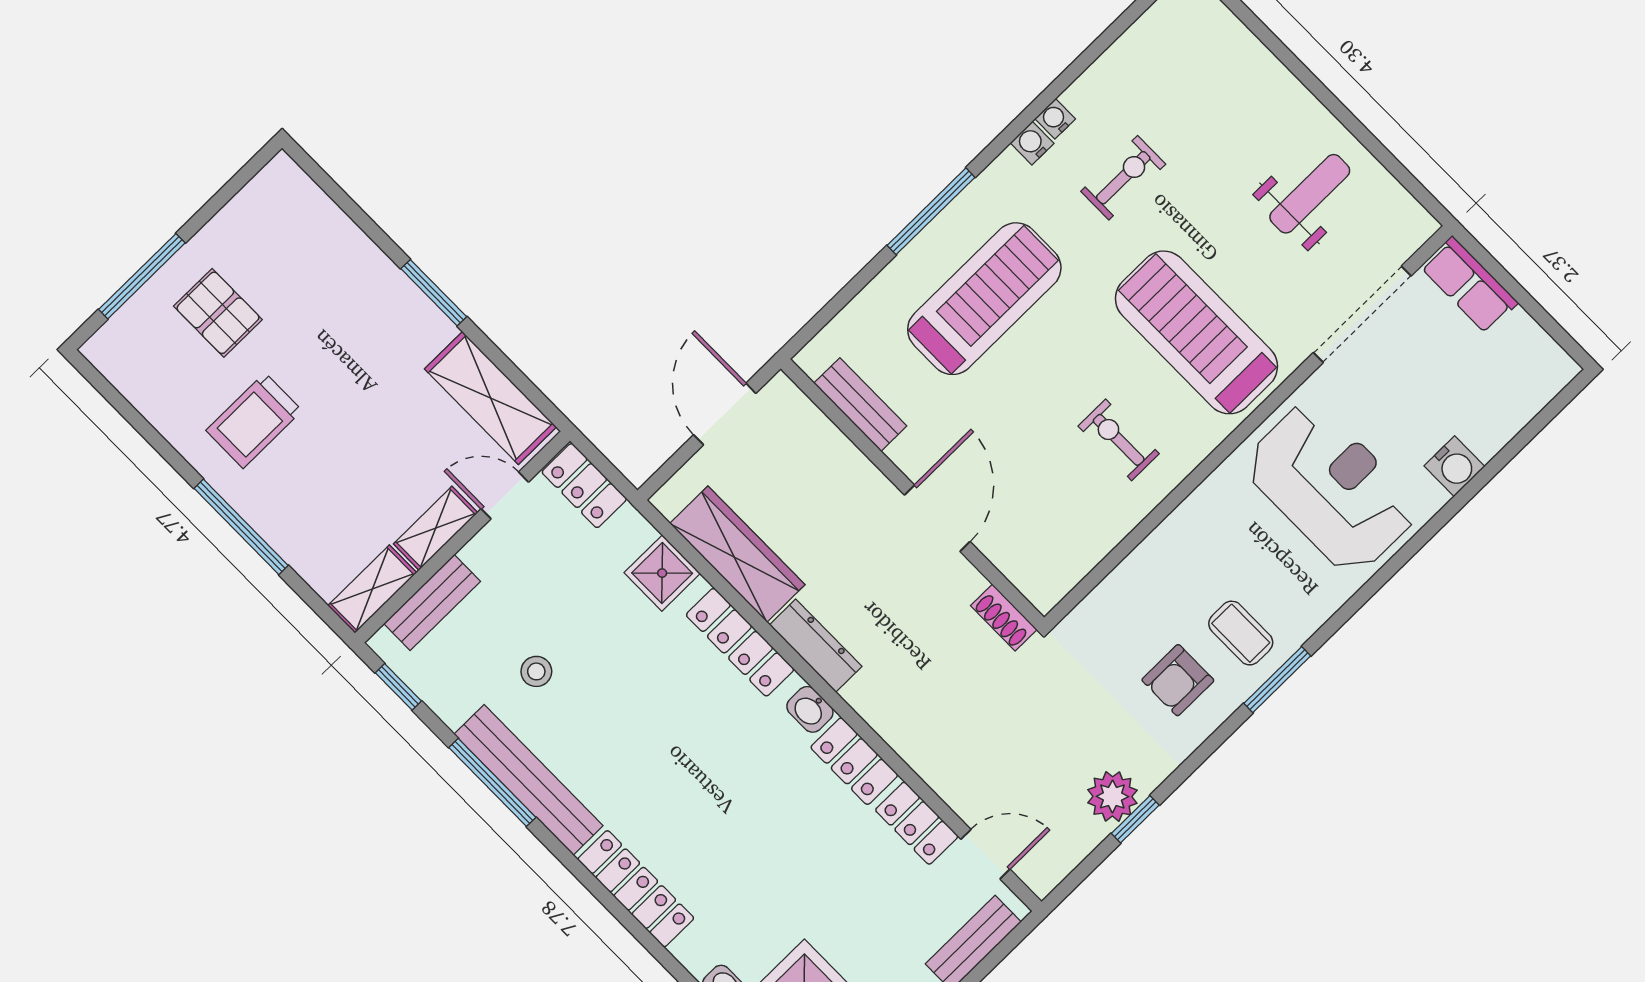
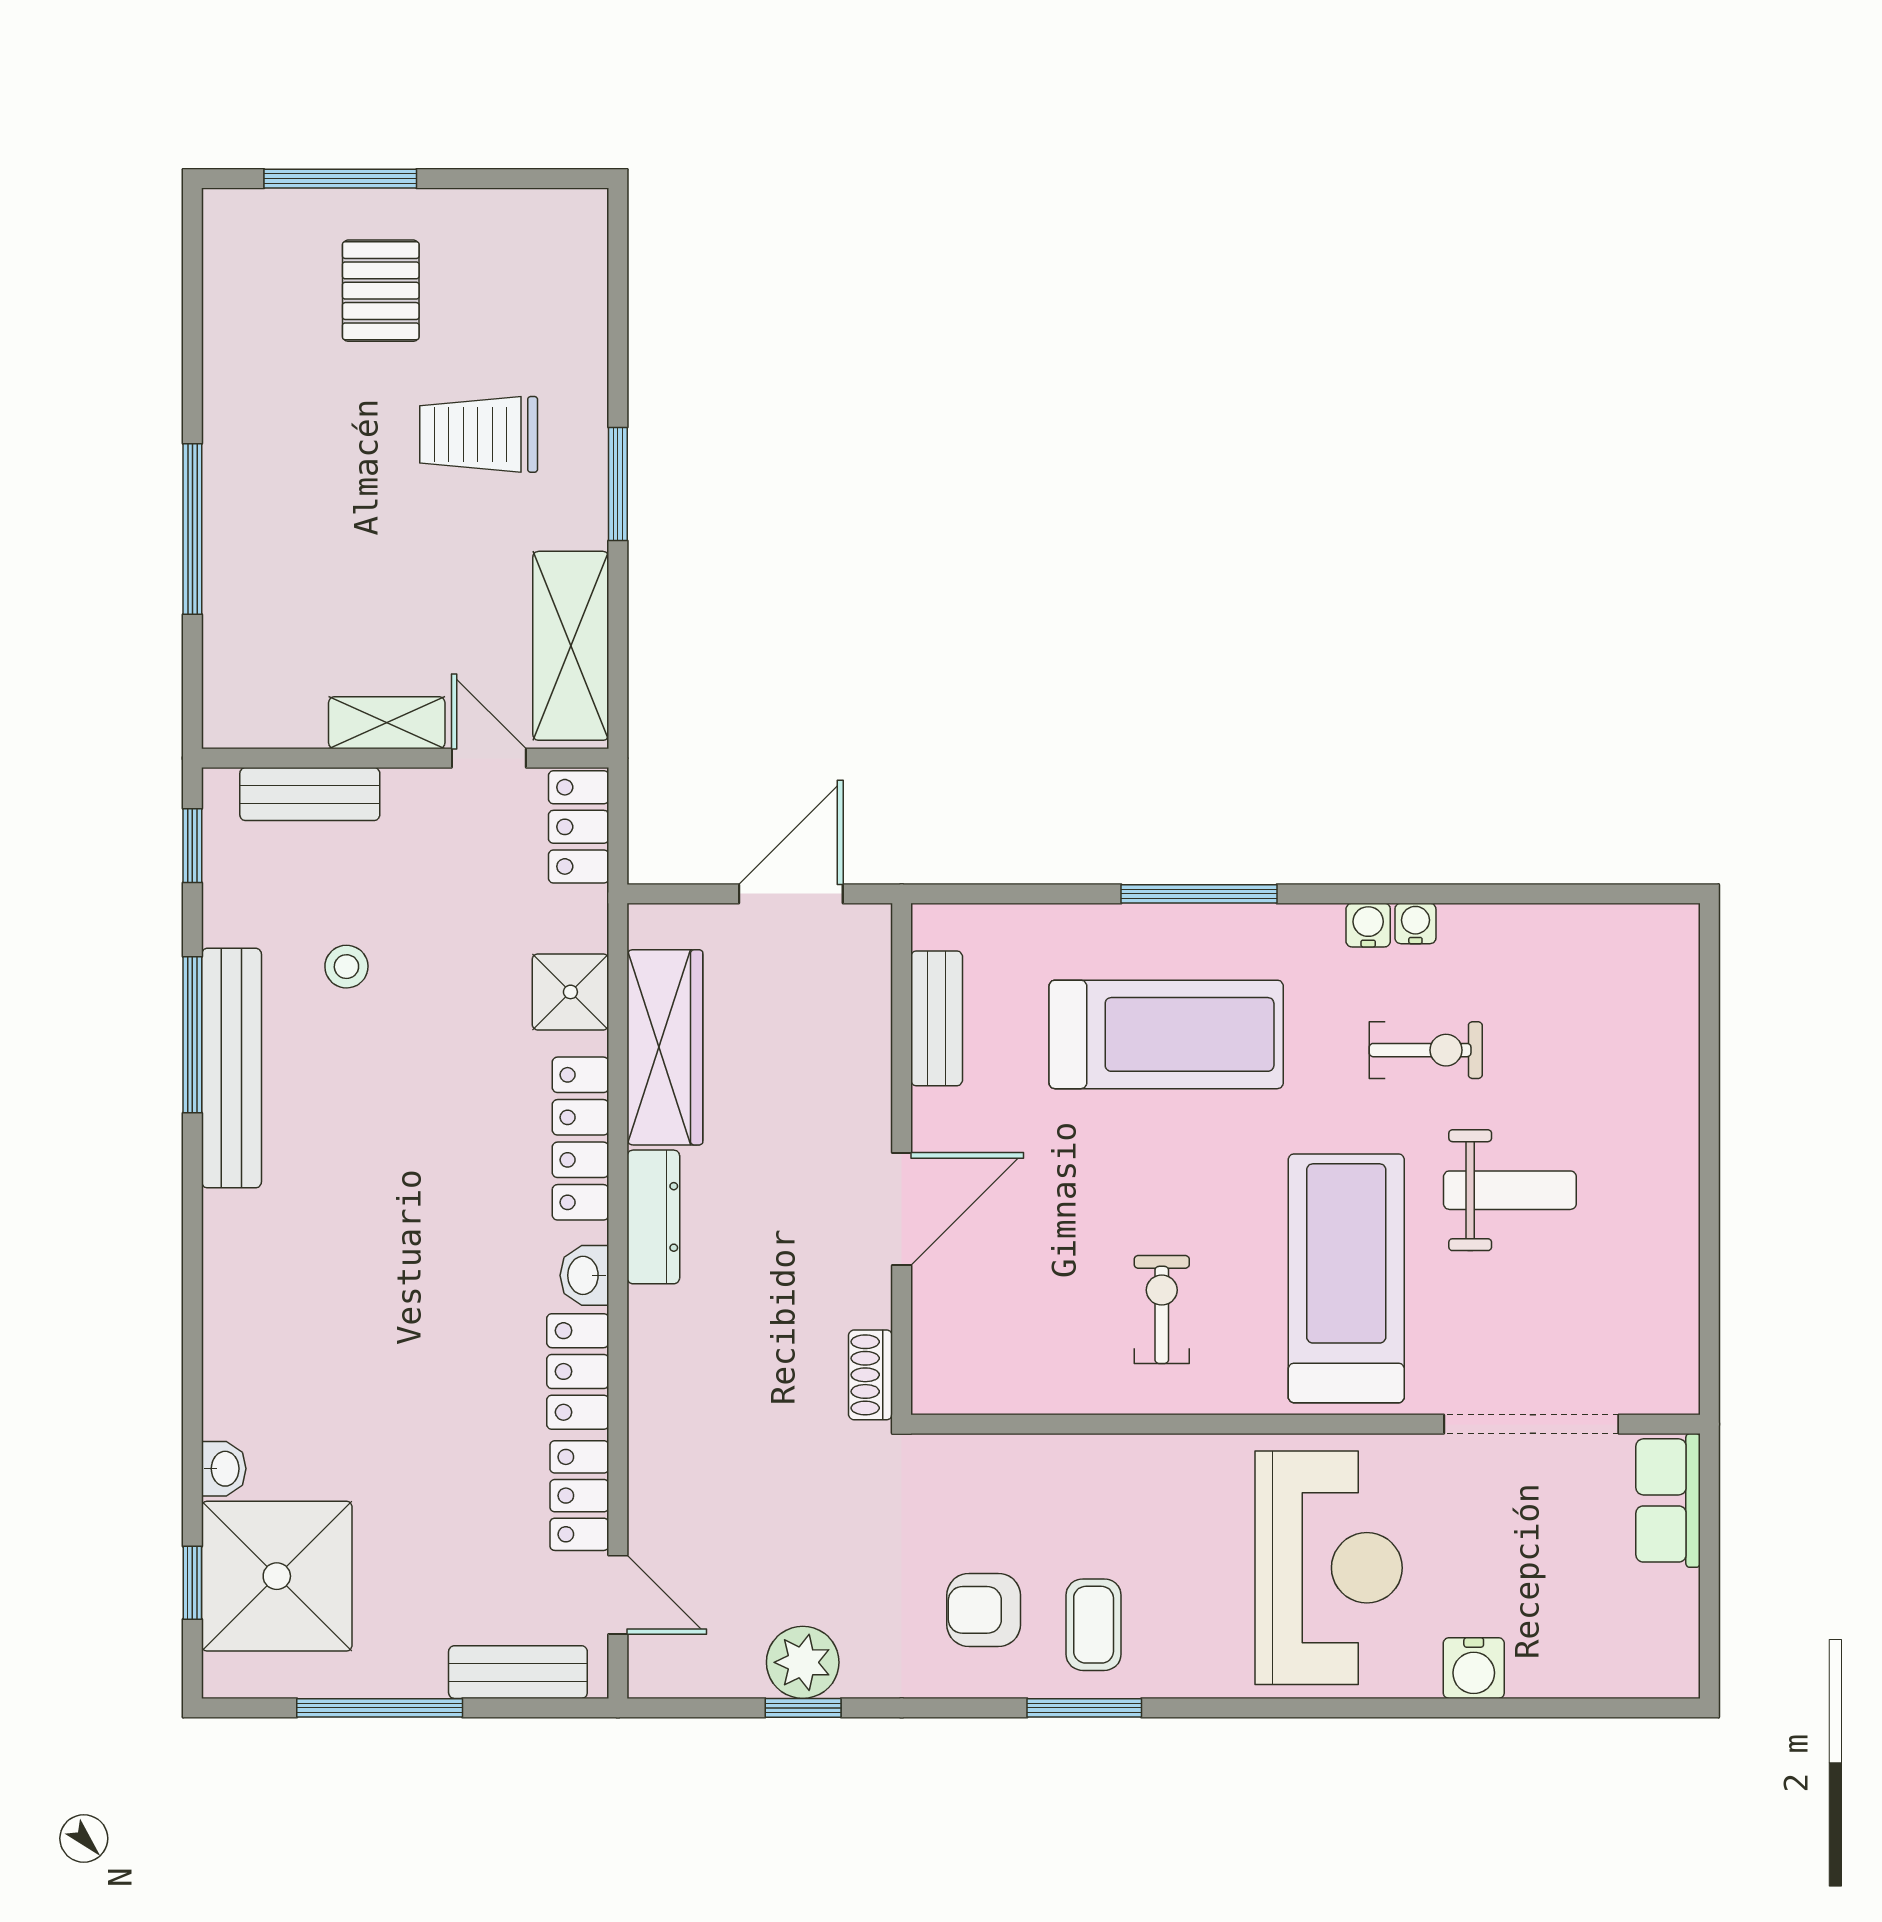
weight bench: (1310, 194) -> (1510, 1190), moved
trolley: (254, 421) -> (479, 434), moved
shelving: (372, 589) -> (263, 721), removed
locker: (636, 889) -> (232, 1284), removed

